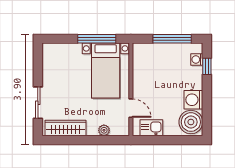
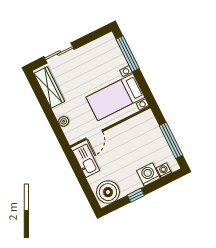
window: (97, 39) -> (128, 54), moved
window: (207, 66) -> (136, 195), moved
washing machine: (193, 100) -> (148, 174), moved
kitchen sink: (151, 128) -> (86, 161), width x1.38

